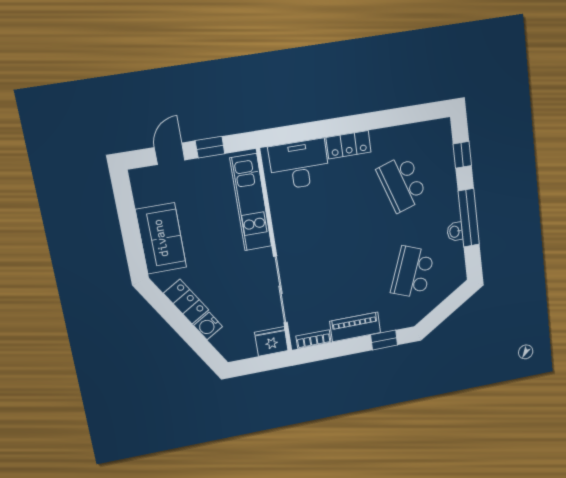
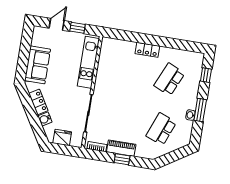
desk: (299, 165) -> (119, 51), removed
school desk: (402, 184) -> (169, 79), turned 42
window: (469, 218) -> (200, 110), width x0.69
window: (384, 340) -> (122, 159), moved
fridge: (271, 341) -> (62, 138), moved

